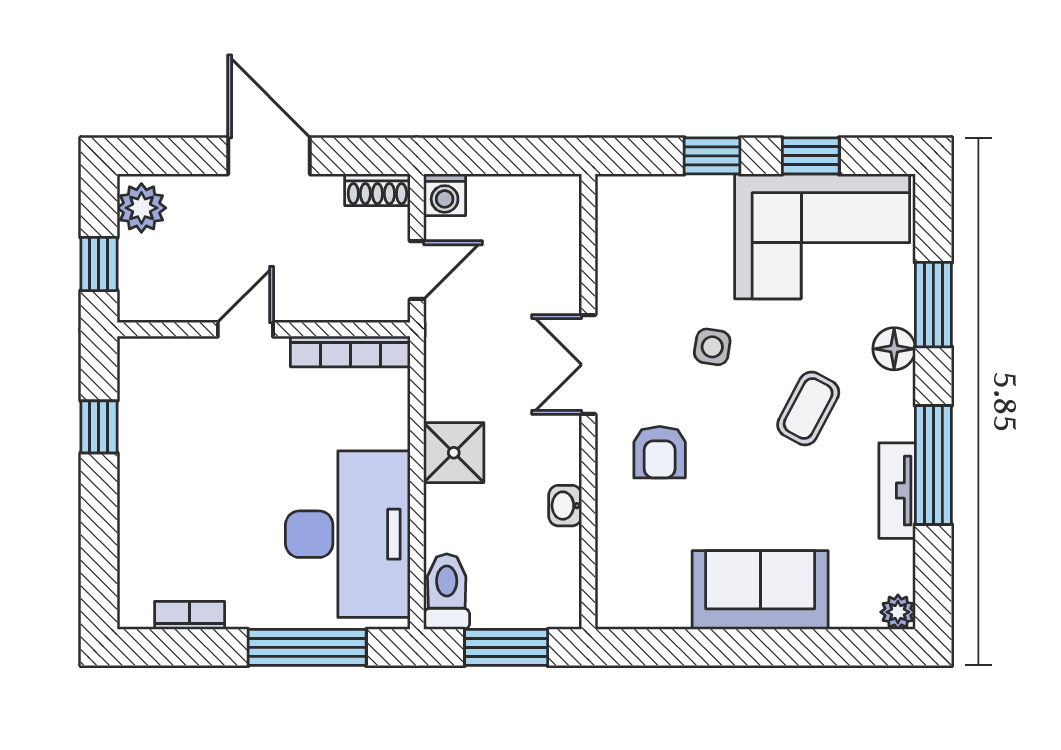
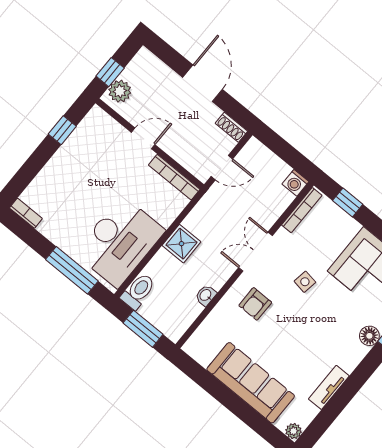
window: (712, 156) -> (348, 202), moved
washing machine: (445, 195) -> (295, 183), moved
plant: (141, 208) -> (120, 91), moved
bookcase: (609, 232) -> (302, 210), added
coffee table: (808, 408) -> (321, 332), removed
window: (933, 465) -> (349, 389), removed
sofa: (760, 590) -> (251, 383), width x1.36
bookcase: (190, 615) -> (26, 213), moved

